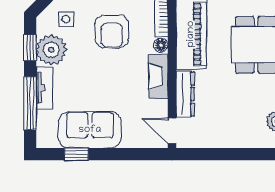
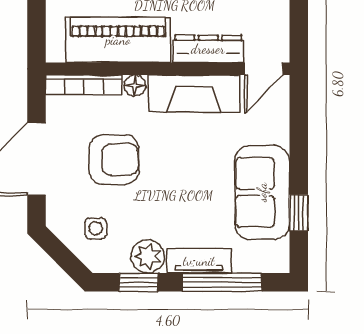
plant: (51, 50) -> (148, 256), width x0.73, depth x0.73
fireplace: (159, 76) -> (194, 94), width x1.37, depth x1.32

